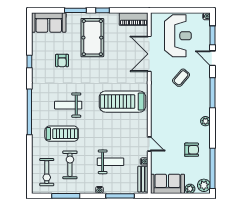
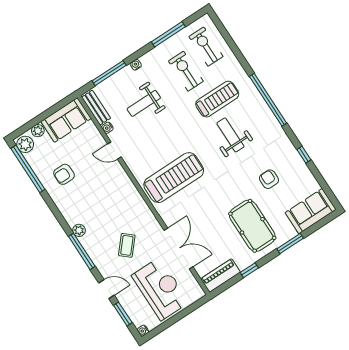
window: (102, 10) -> (249, 270), moved
reception desk: (178, 36) -> (160, 289), turned 180
weight bench: (68, 105) -> (230, 135), turned -90
plant: (205, 121) -> (79, 230), moved
treadmill: (62, 134) -> (217, 99), turned 180
exercise bike: (70, 165) -> (186, 71), turned 180

